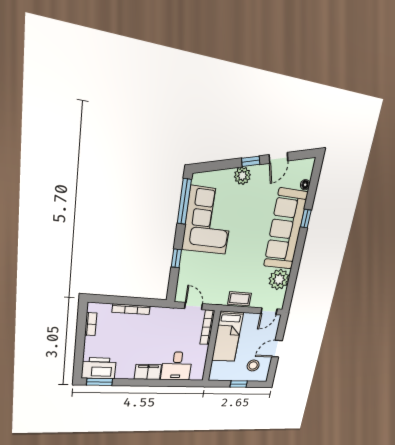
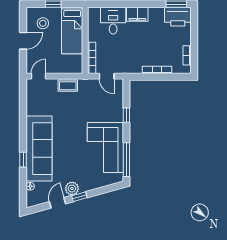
plant: (242, 176) -> (72, 189), moved
plant: (279, 279) -> (35, 106), removed
bed: (227, 337) -> (72, 31), moved, turned 180

